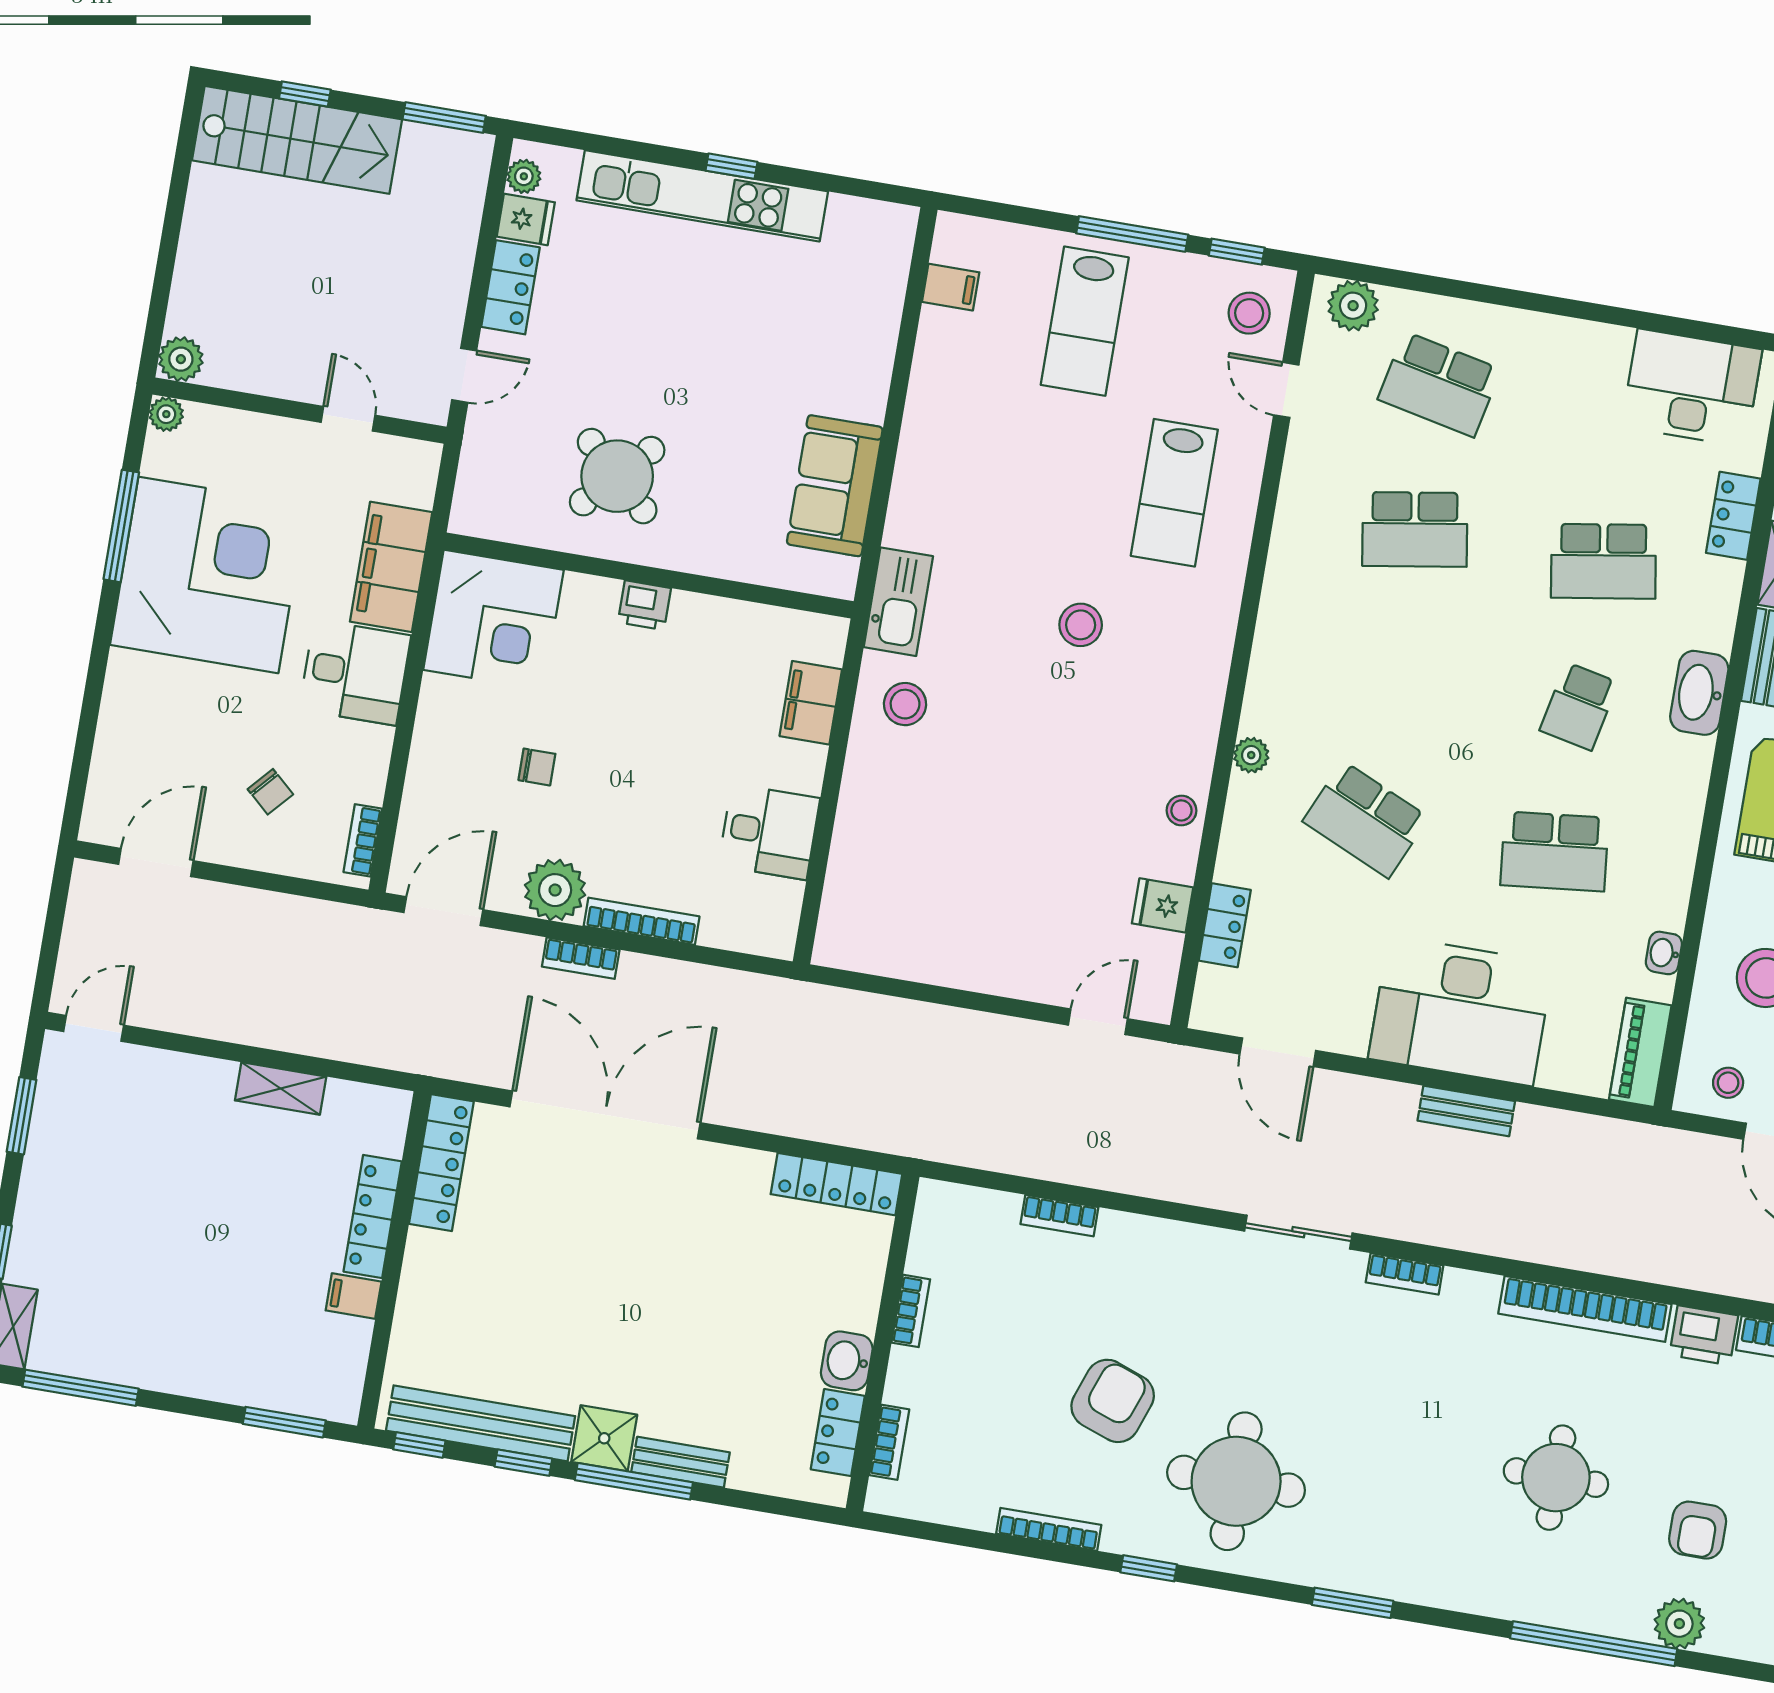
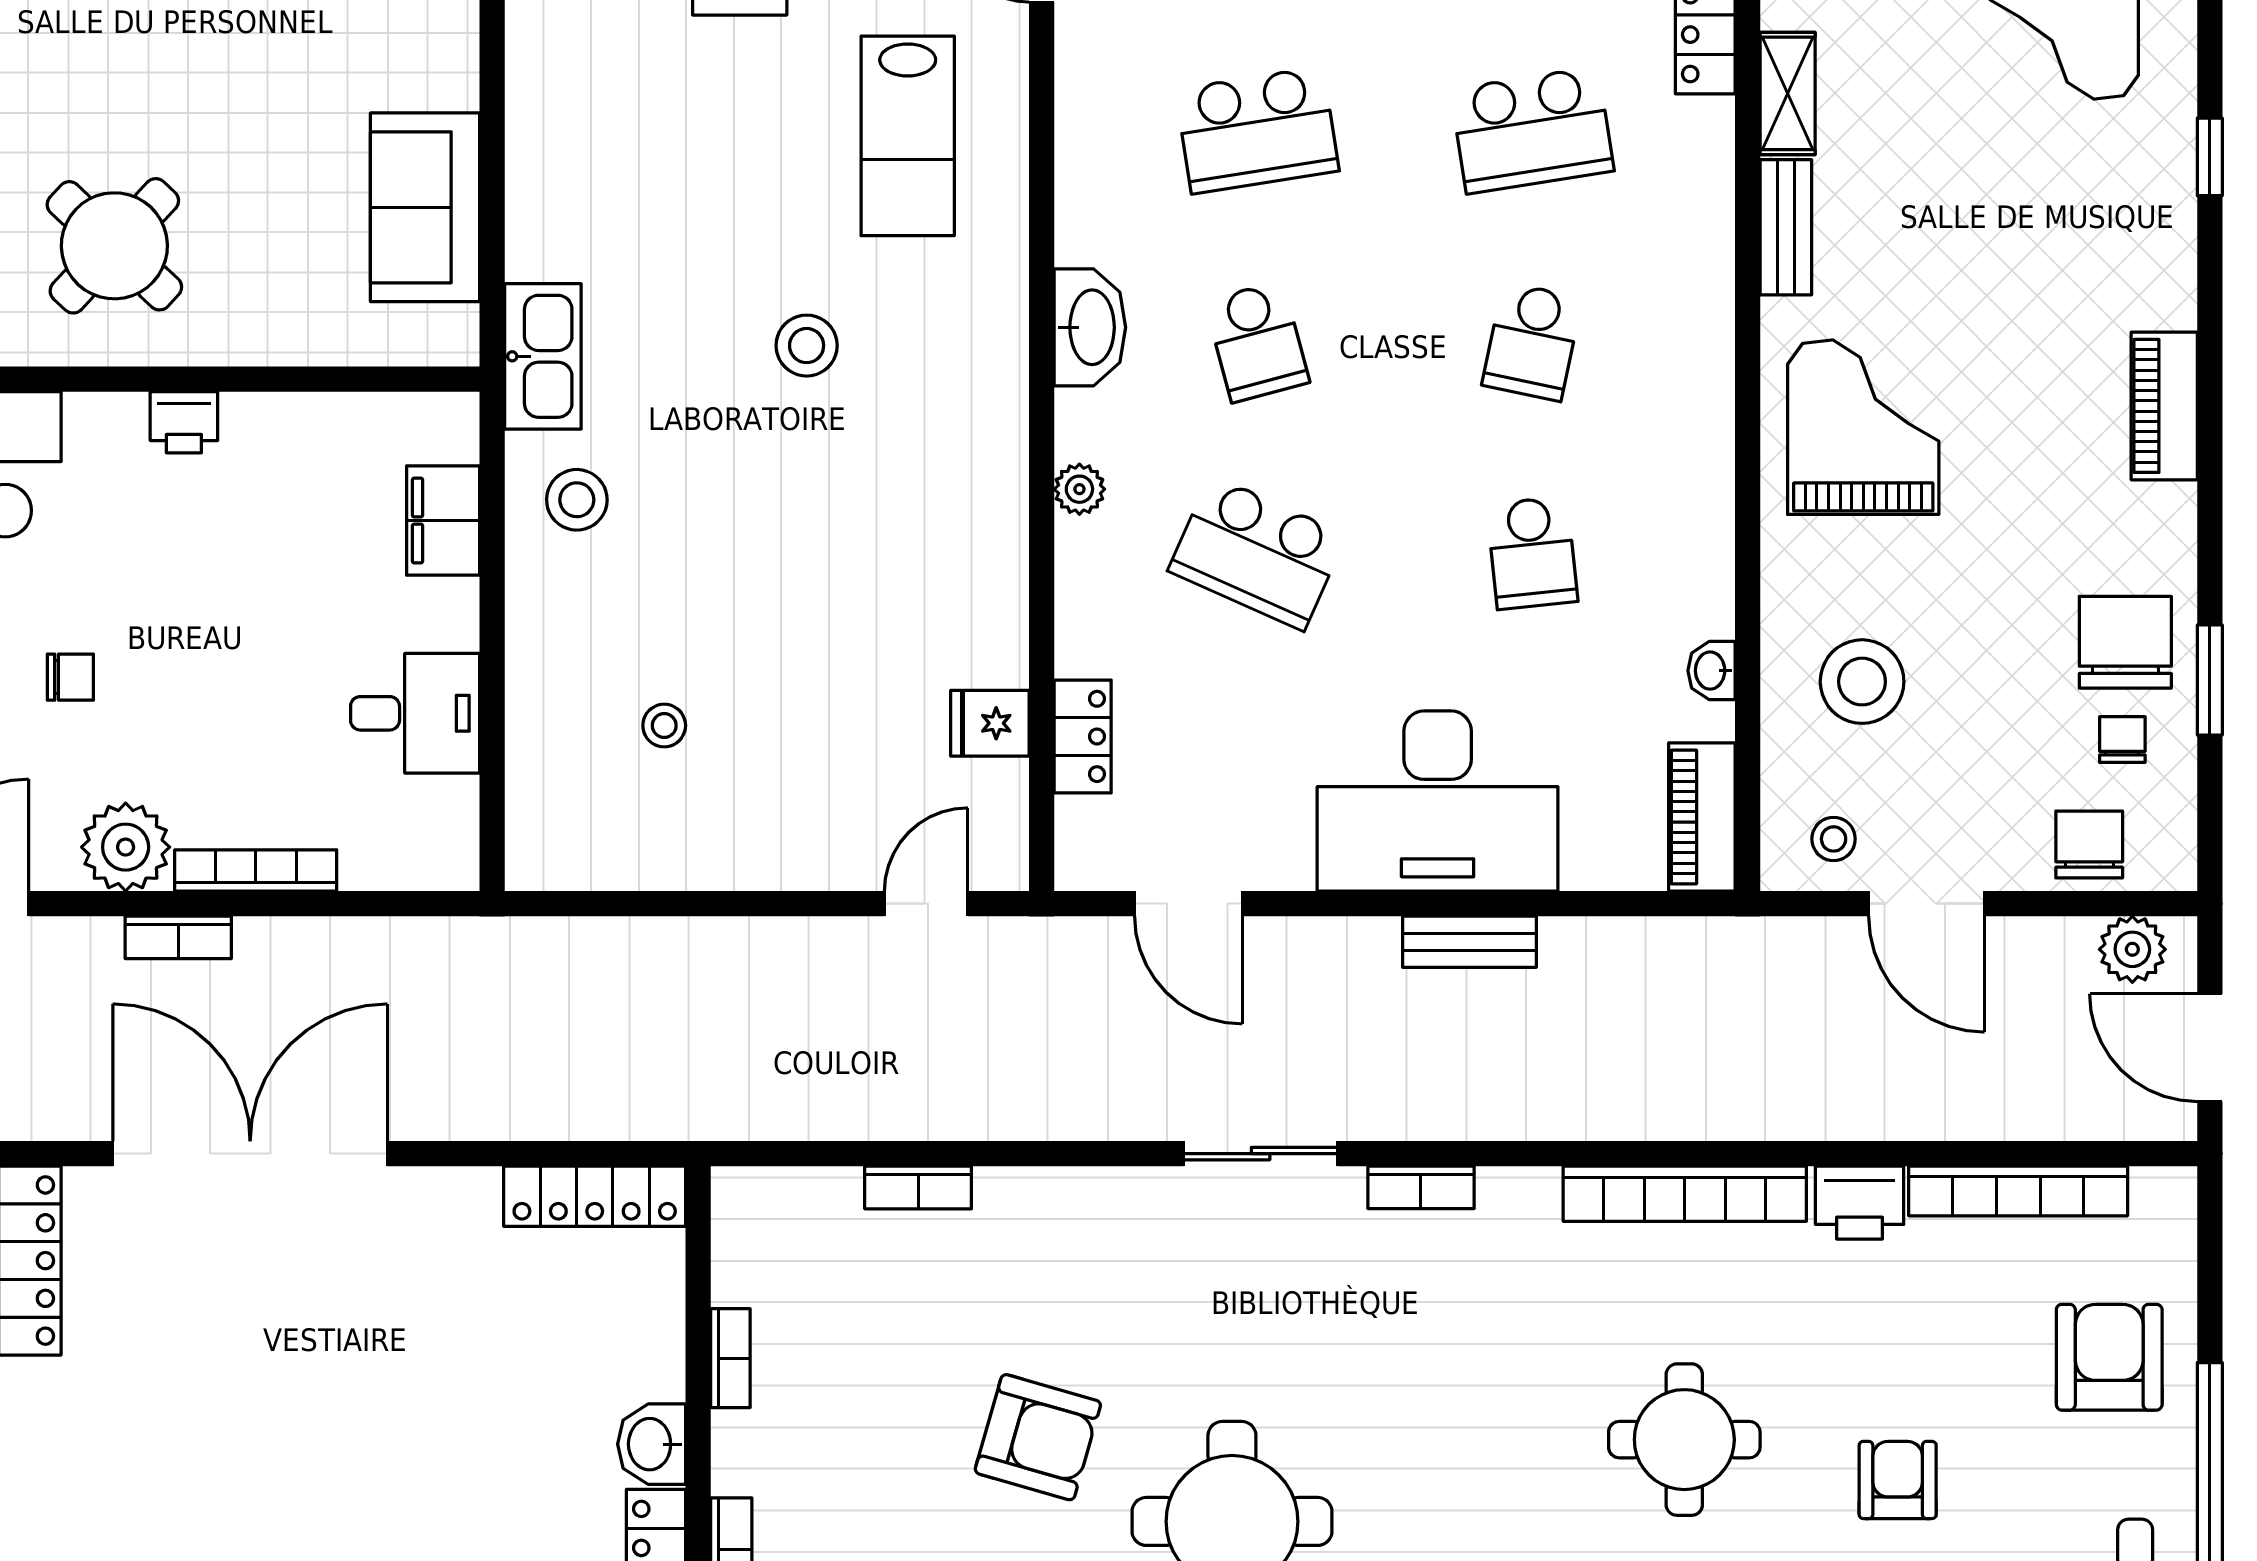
school desk: (1390, 674) -> (1257, 342), added
washbasin: (1699, 693) -> (1090, 327), moved, turned 180
stool: (1181, 810) -> (664, 726), moved
school desk: (1554, 851) -> (1532, 553), width x0.54
armchair: (1113, 1401) -> (1038, 1437), turned 86
armchair: (1698, 1530) -> (1898, 1480), turned 180

